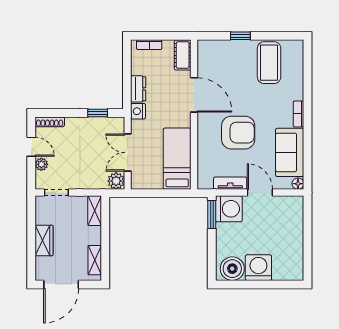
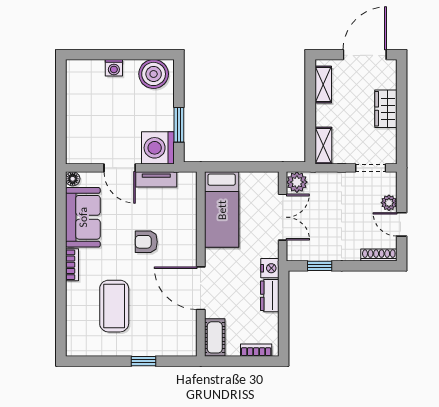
coffee table: (269, 63) -> (114, 306), moved
armchair: (238, 133) -> (146, 242), width x0.53, depth x0.53
window: (212, 214) -> (179, 125), moved
washing machine: (258, 268) -> (114, 68), width x0.53, depth x0.53

